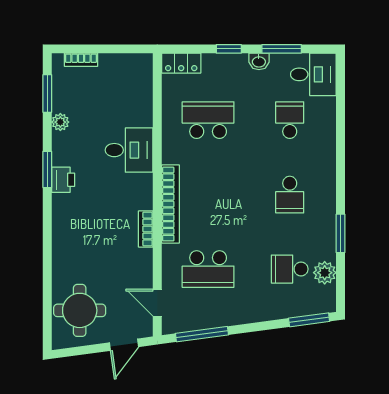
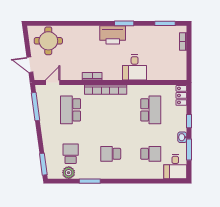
plant: (60, 122) -> (150, 30), removed
printer: (63, 180) -> (113, 35), width x1.87, depth x1.48

